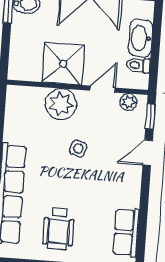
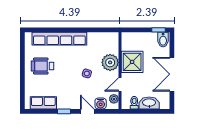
door: (103, 89) -> (120, 84), swing flipped
window: (150, 116) -> (64, 111), moved
water cooler: (135, 127) -> (101, 103), added

